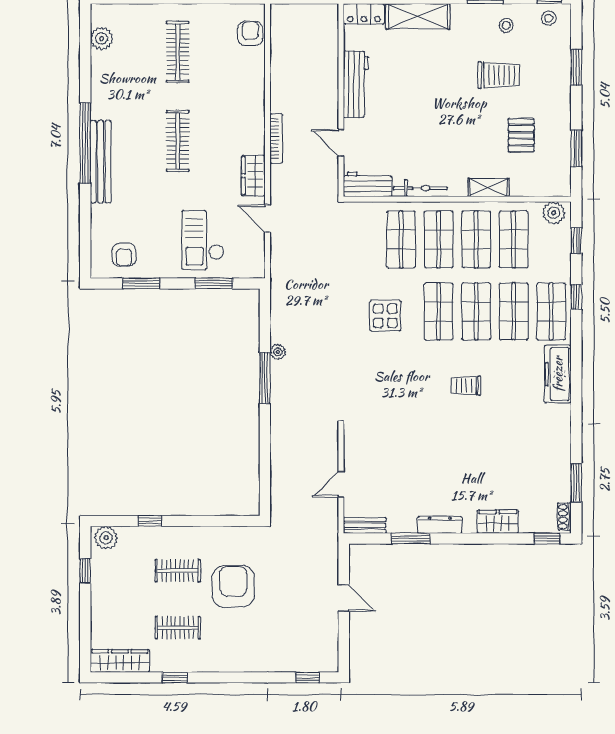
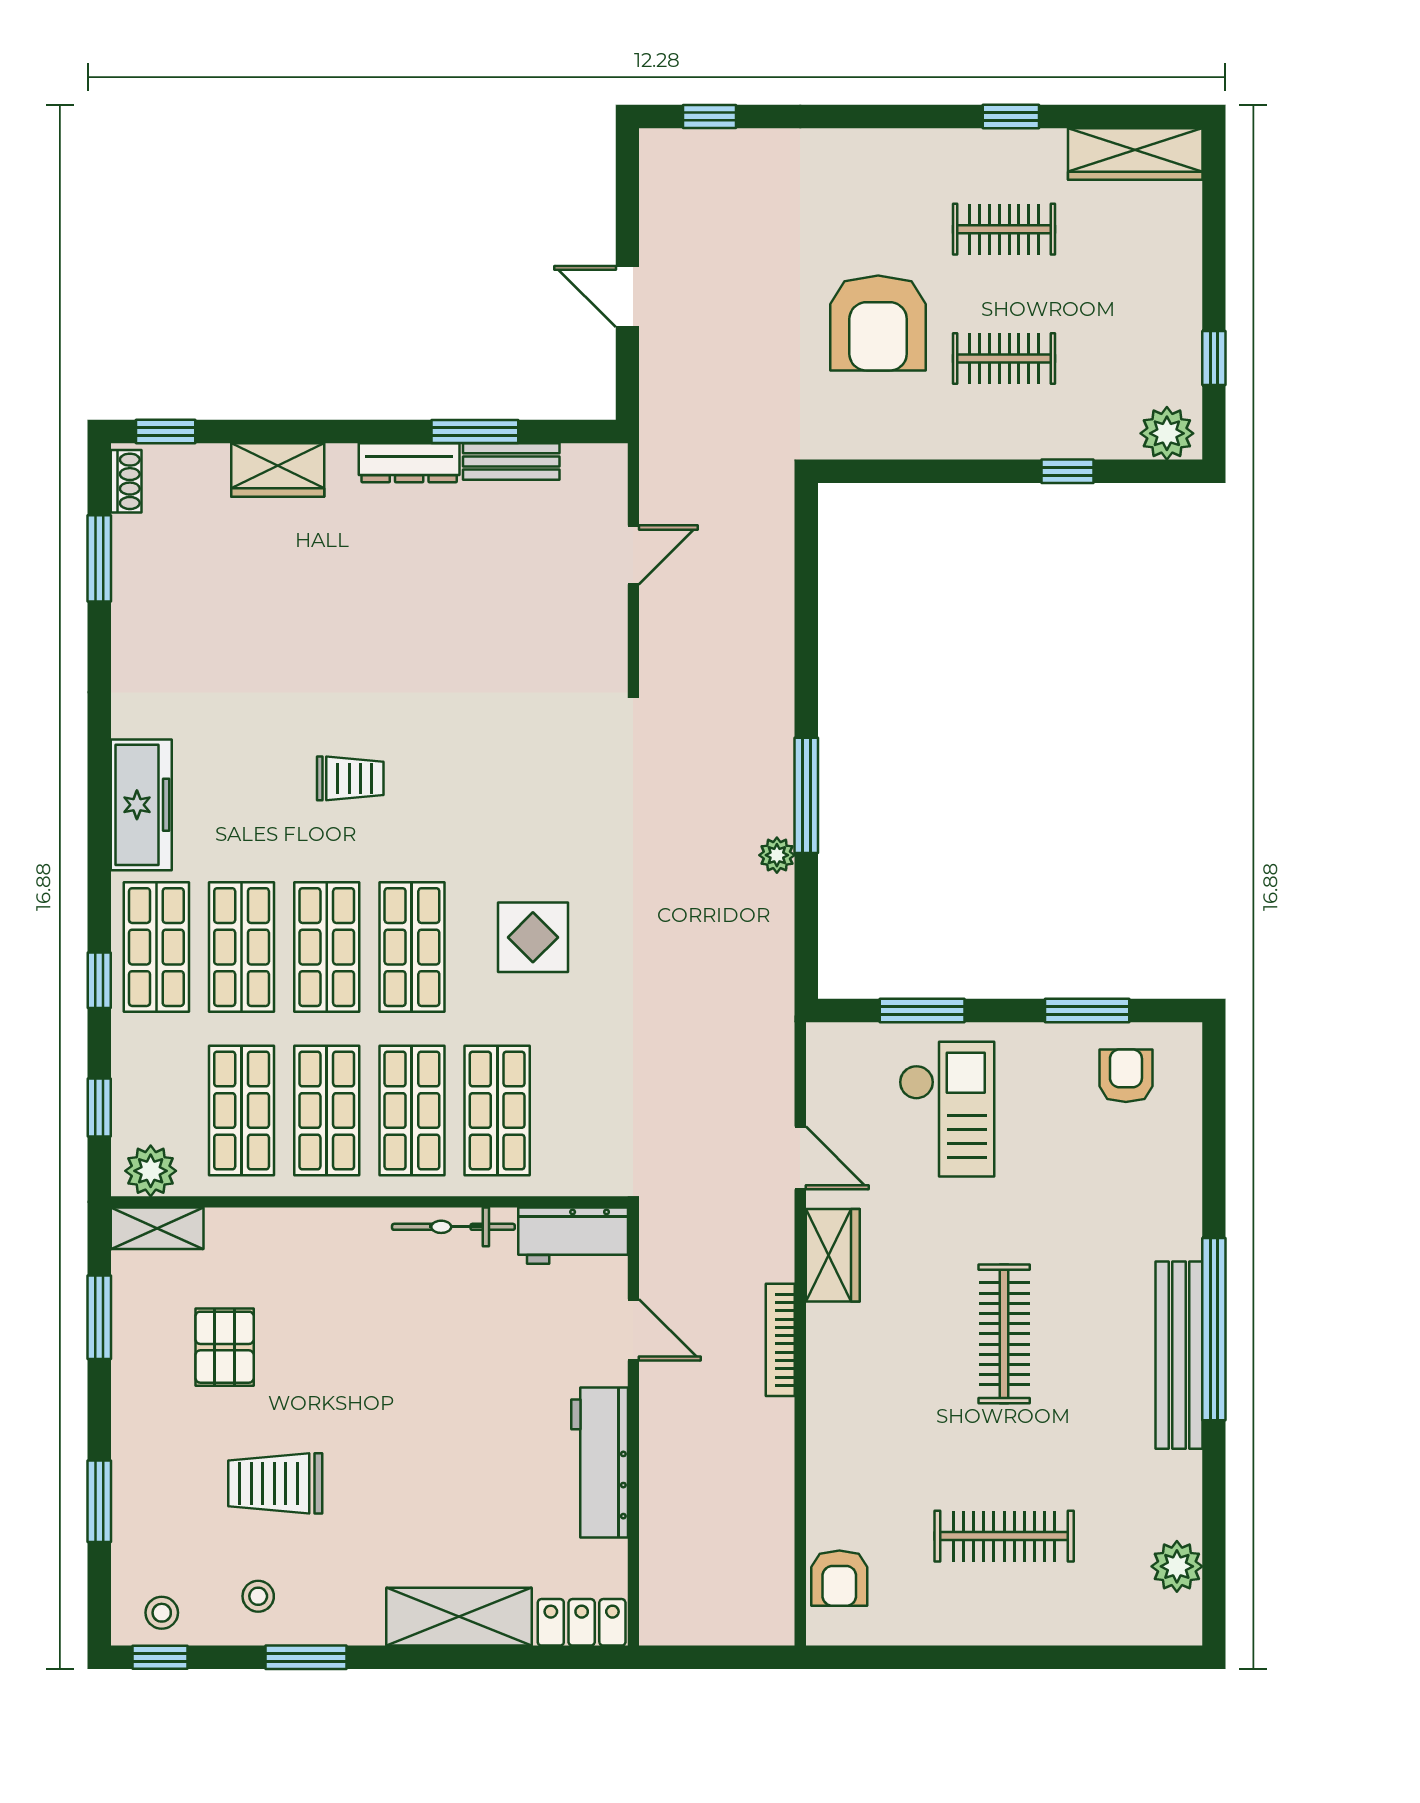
clothes rail: (178, 52) -> (1004, 1536), turned 90
bench: (101, 162) -> (1179, 1355), moved
shelving: (488, 188) -> (157, 1228), moved
bench: (365, 525) -> (511, 461), moved

